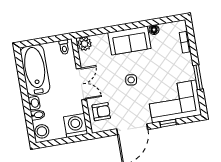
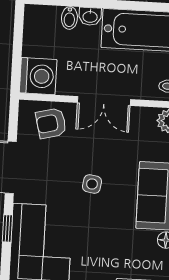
armchair: (101, 112) -> (51, 123), turned 76
stool: (42, 131) -> (41, 19), removed

